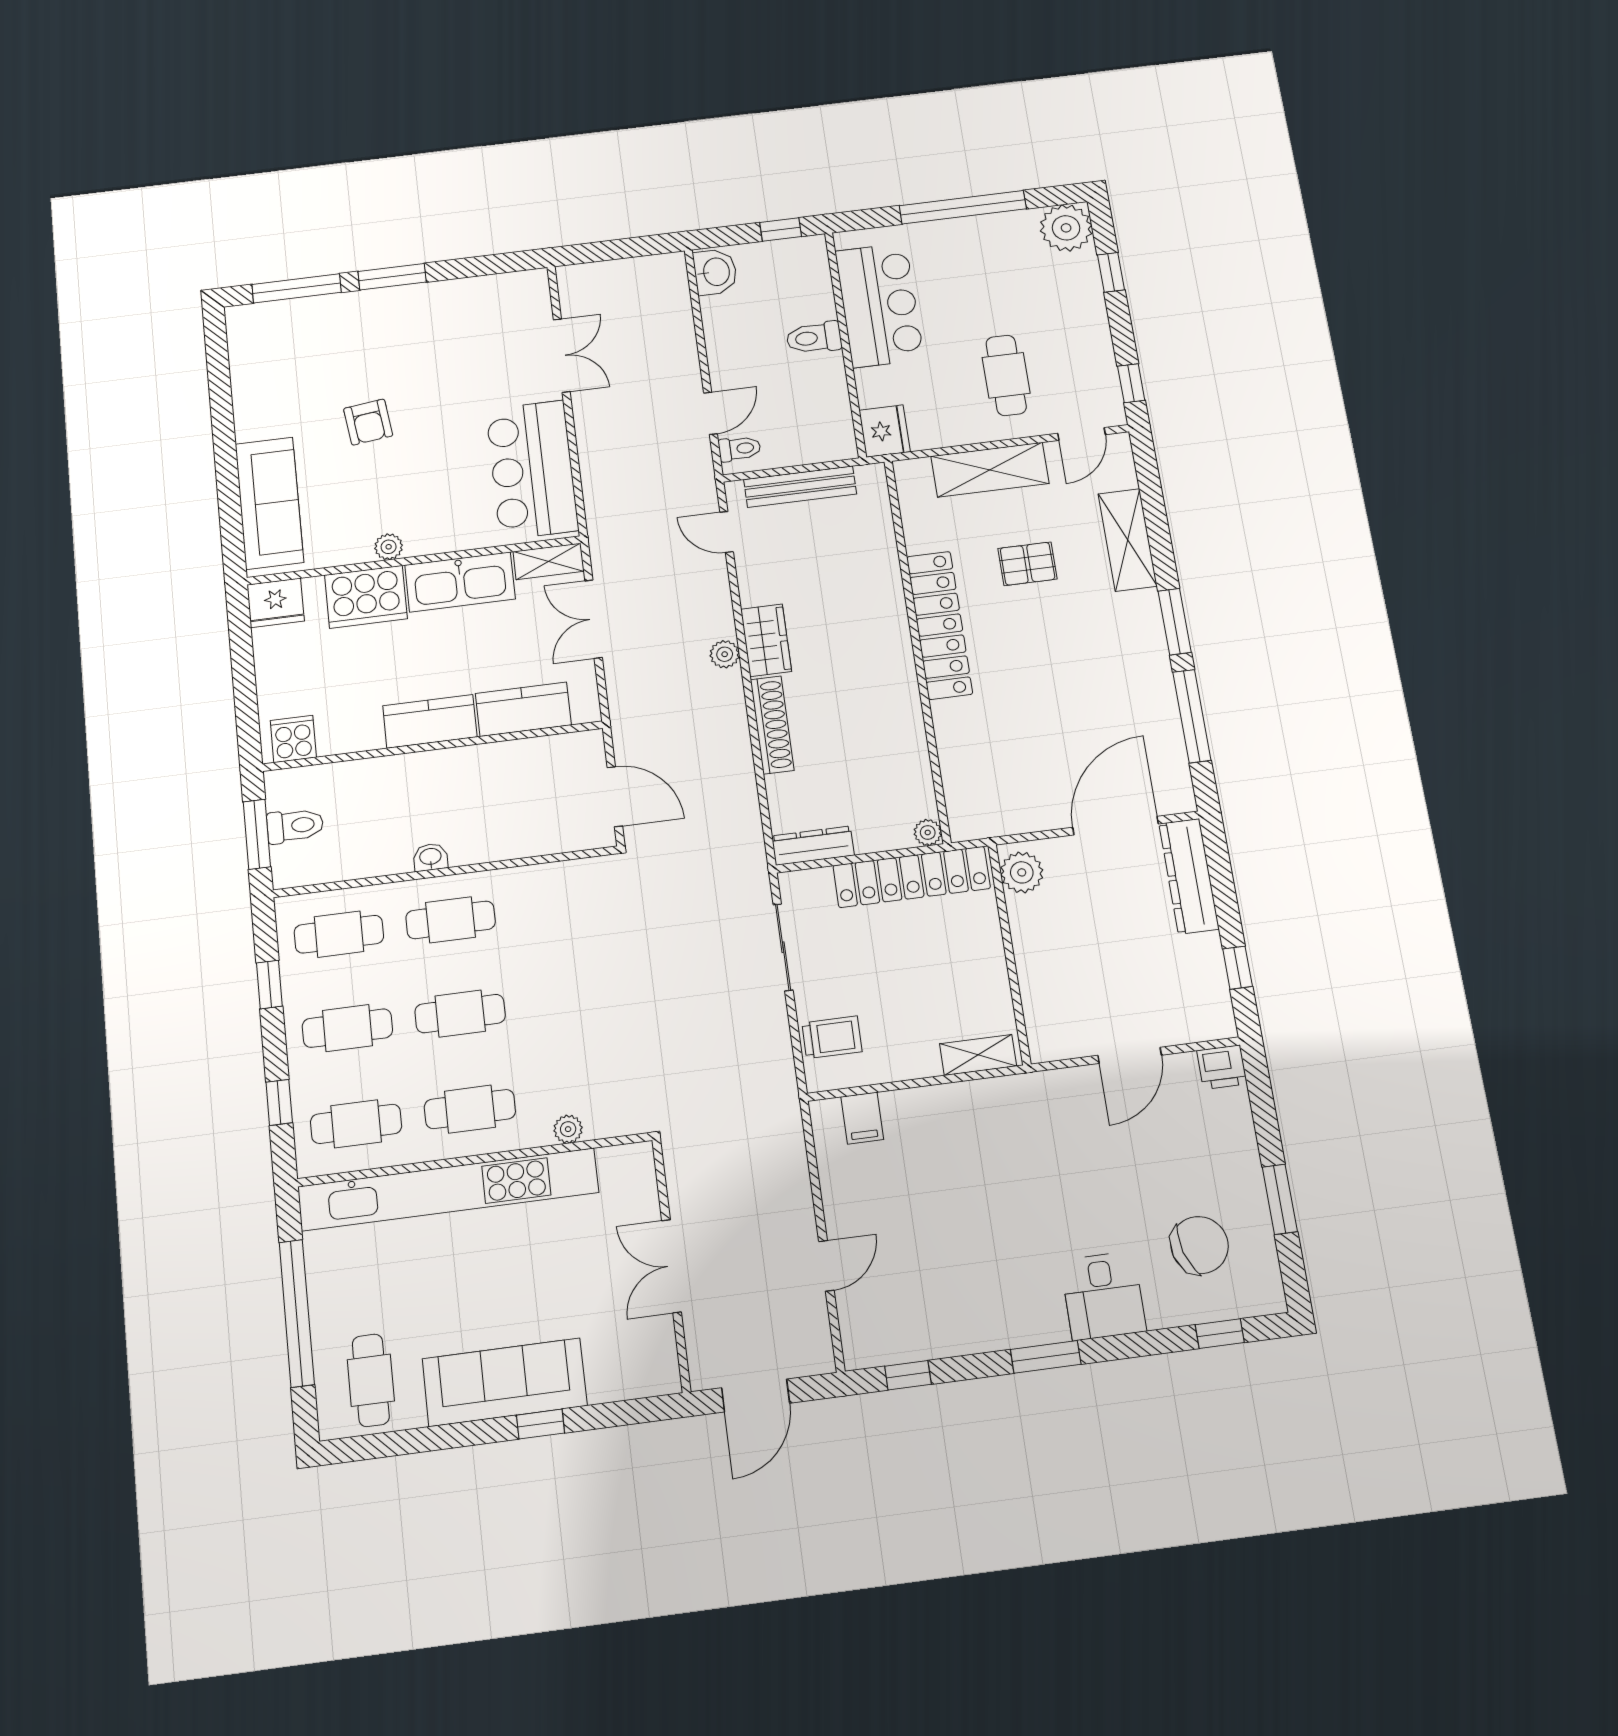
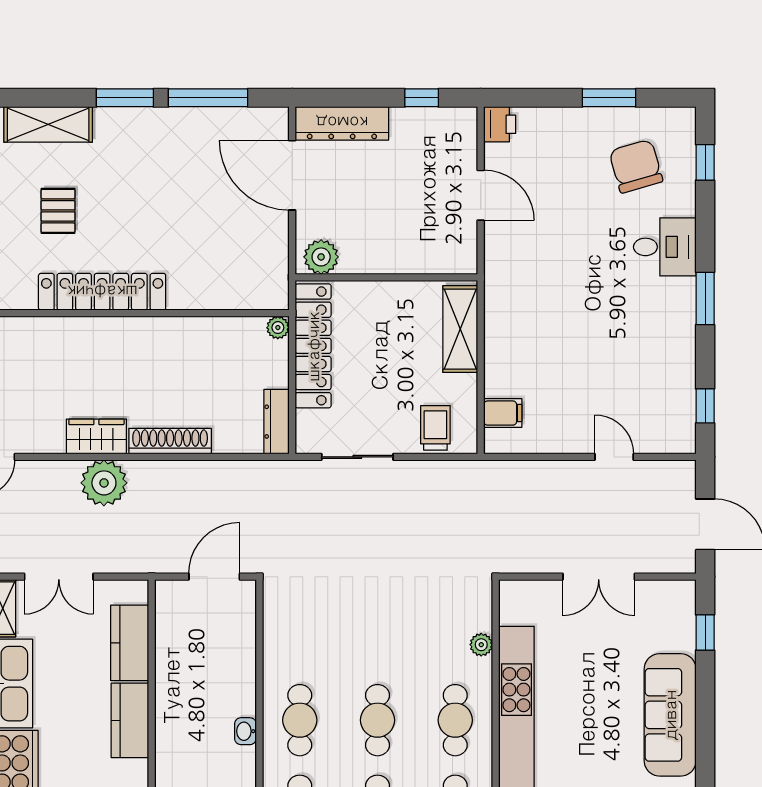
plant: (725, 654) -> (104, 483), width x1.88, depth x1.88
shelving: (978, 1055) -> (460, 329), width x1.50, depth x1.33
window: (541, 1424) -> (705, 633), moved

